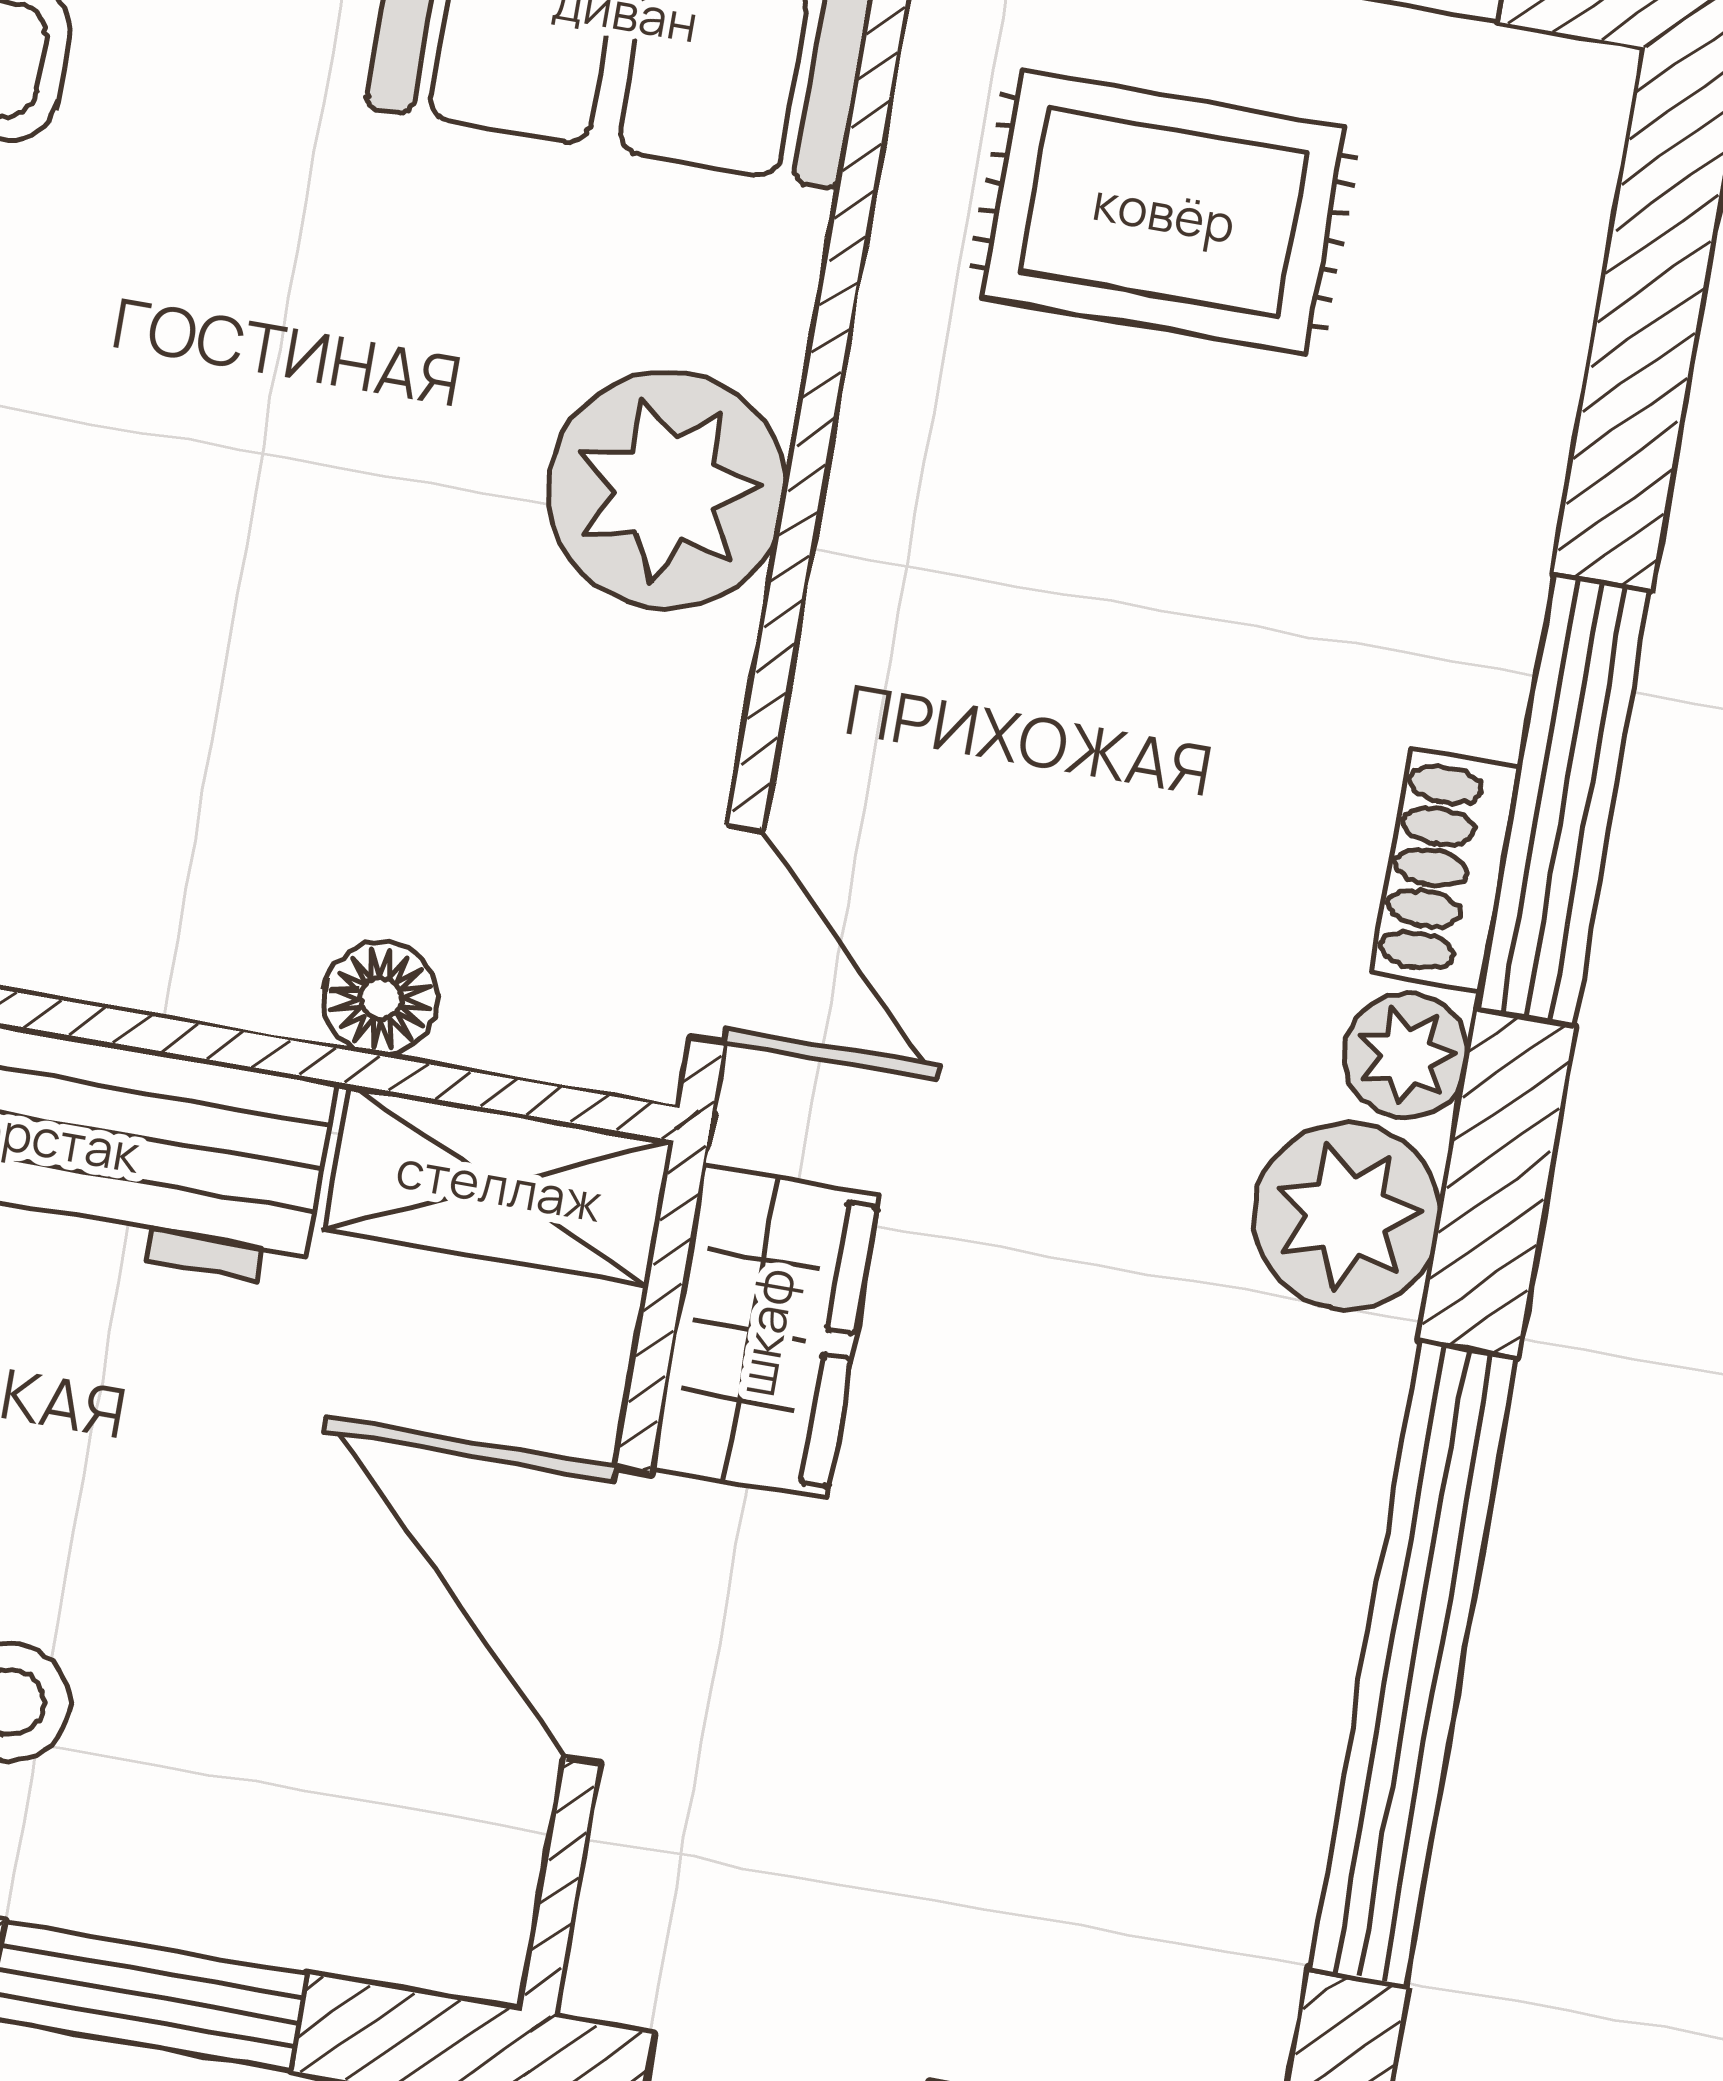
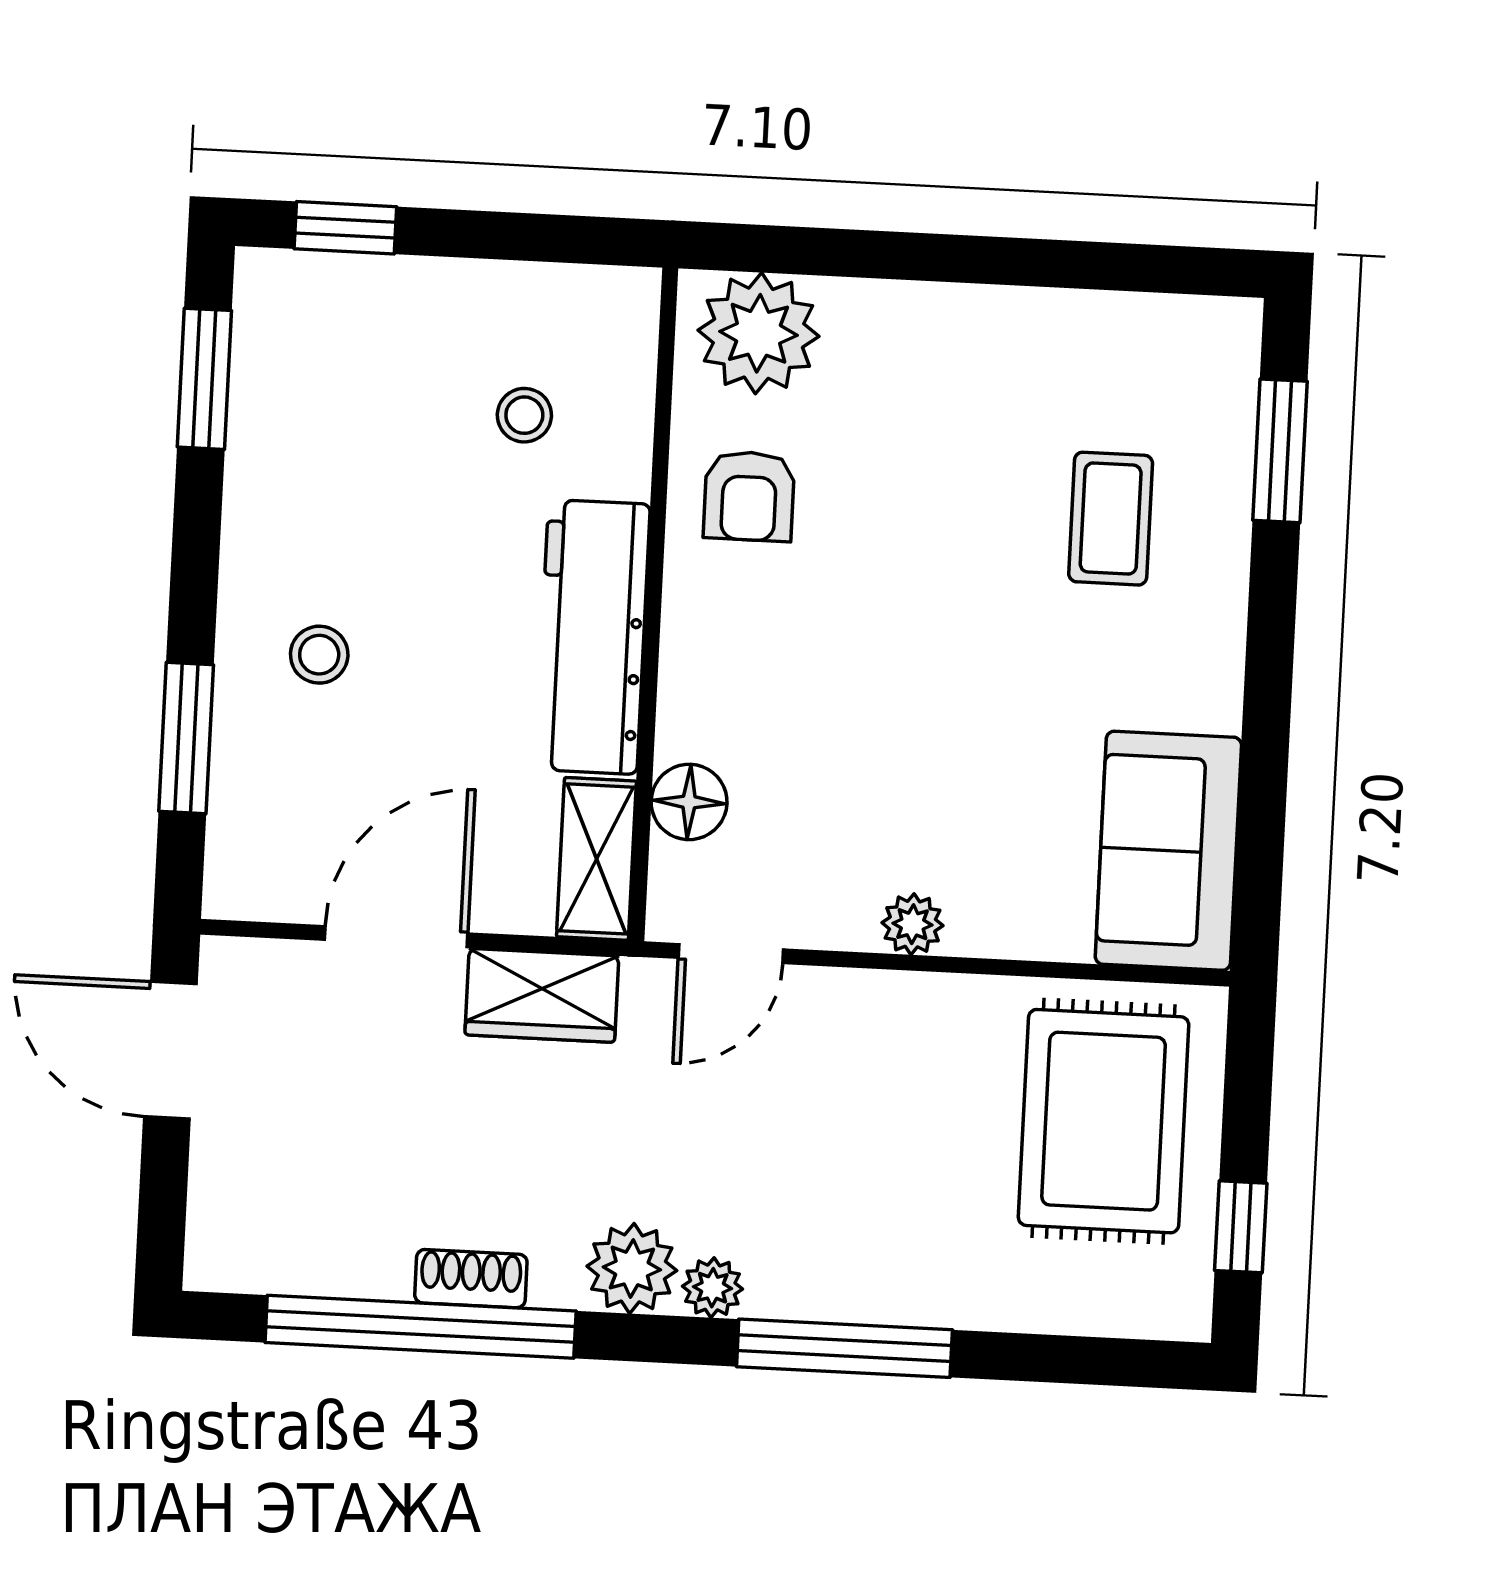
rug: (1164, 212) -> (1104, 1121), width x1.36, depth x1.43
plant: (667, 490) -> (913, 924), width x0.53, depth x0.53
shoe rack: (1446, 870) -> (471, 1279), moved
floor lamp: (381, 998) -> (689, 802), width x1.37, depth x1.37

